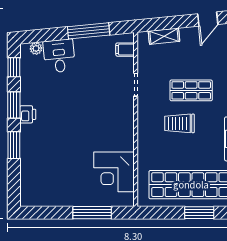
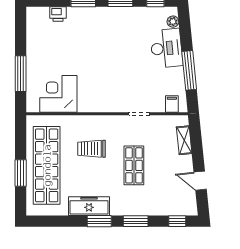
desk: (59, 56) -> (166, 48), width x1.37
printer: (28, 114) -> (58, 14), moved
trolley: (180, 123) -> (91, 149), moved, turned -90

